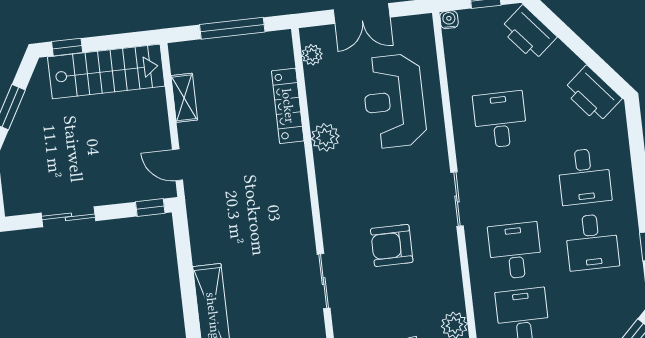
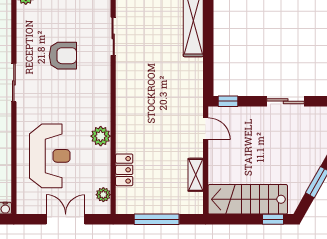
locker: (288, 106) -> (124, 170), width x0.66

